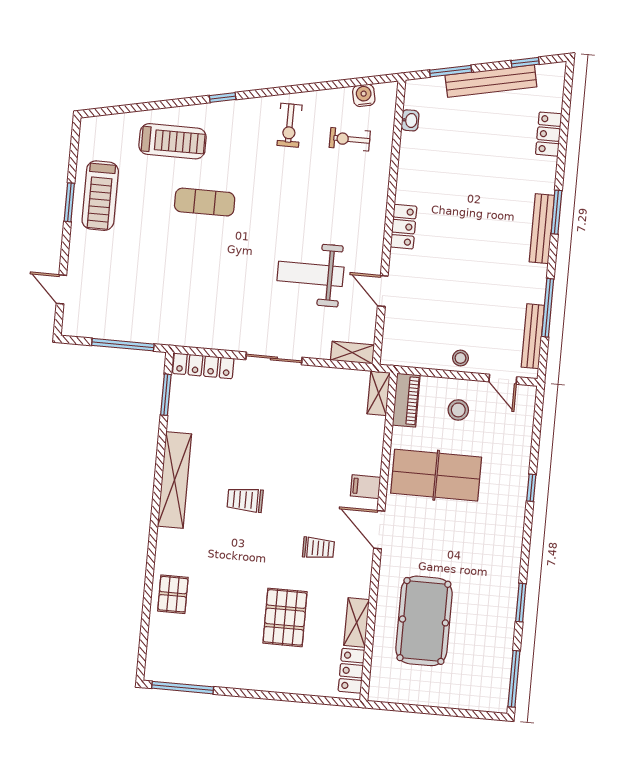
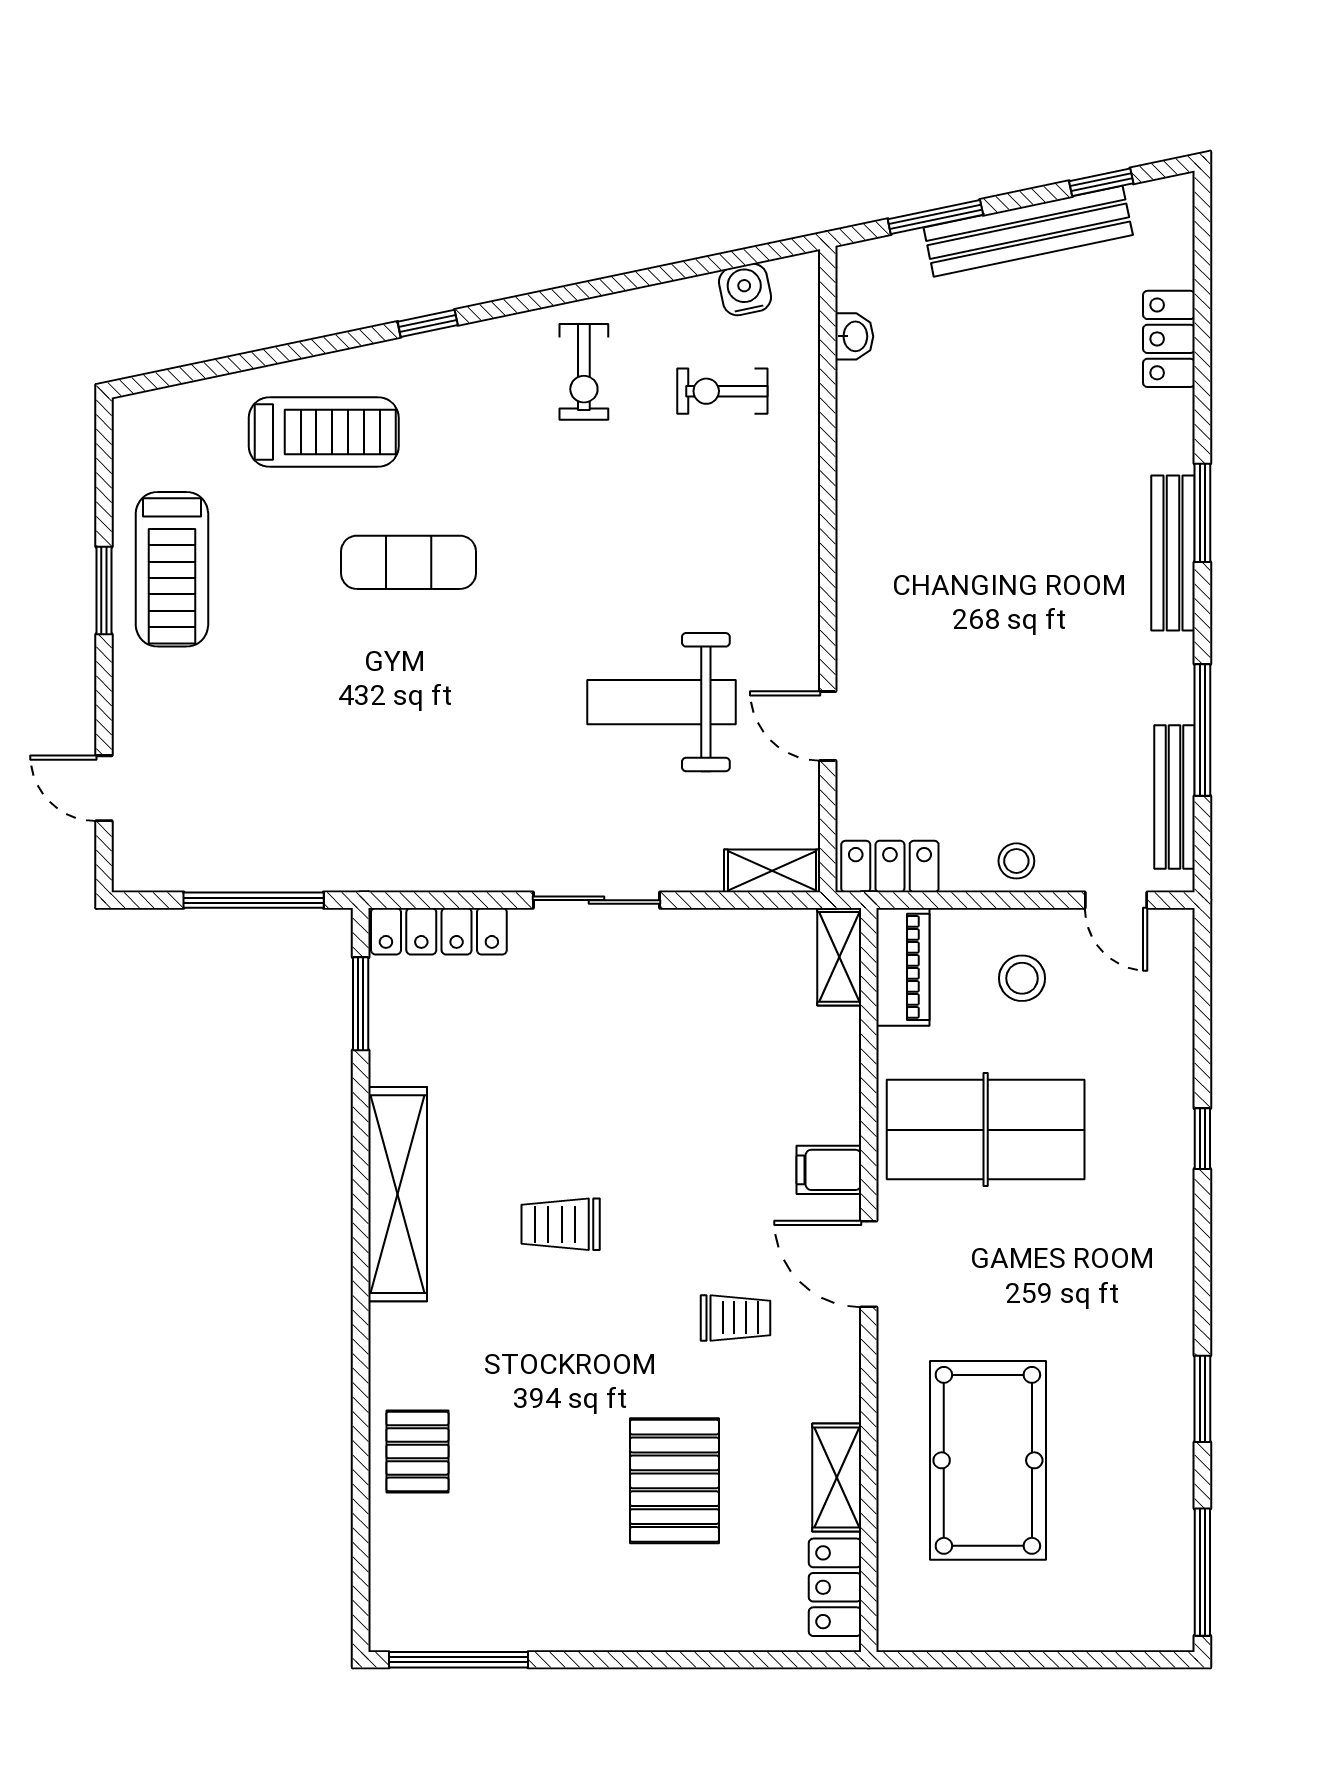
locker: (404, 227) -> (890, 867), moved, turned -90

